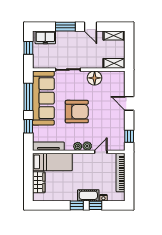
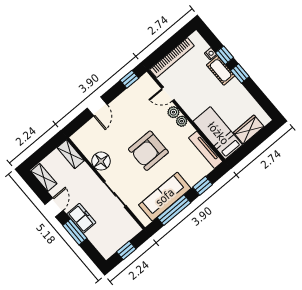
freezer: (45, 37) -> (81, 218), moved
sofa: (43, 98) -> (165, 197), width x0.74, depth x0.79
armchair: (77, 112) -> (148, 151), turned -90

